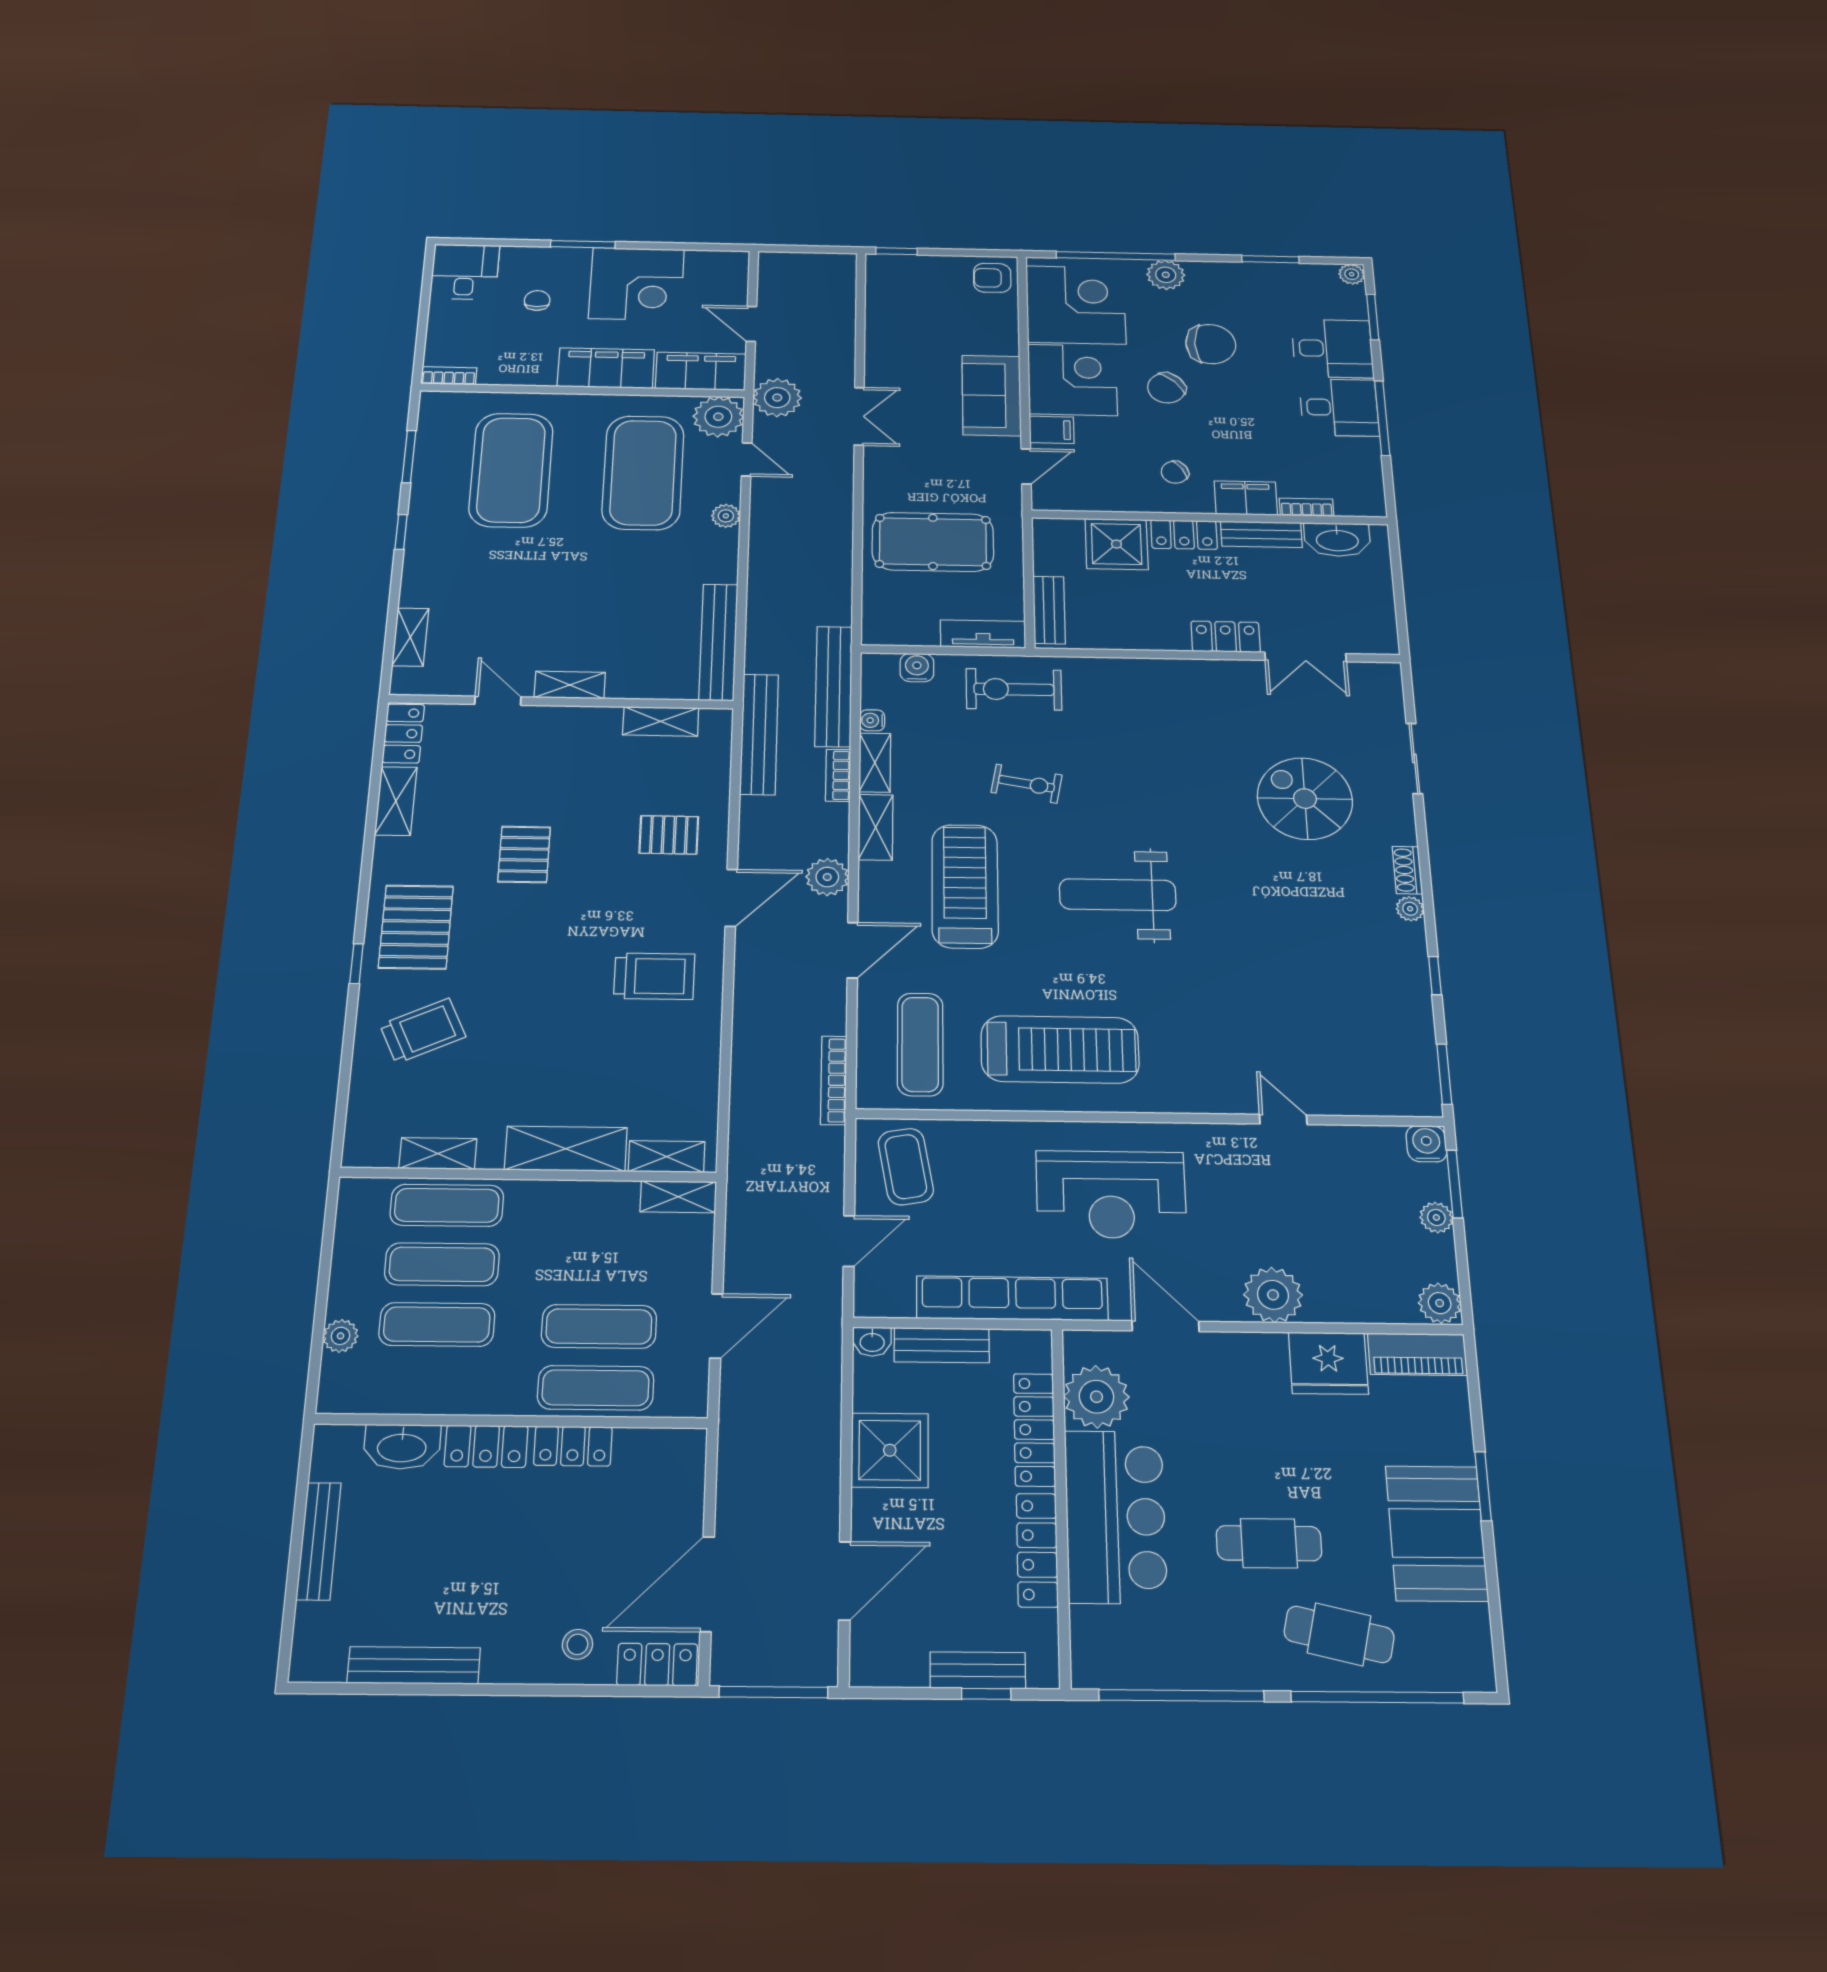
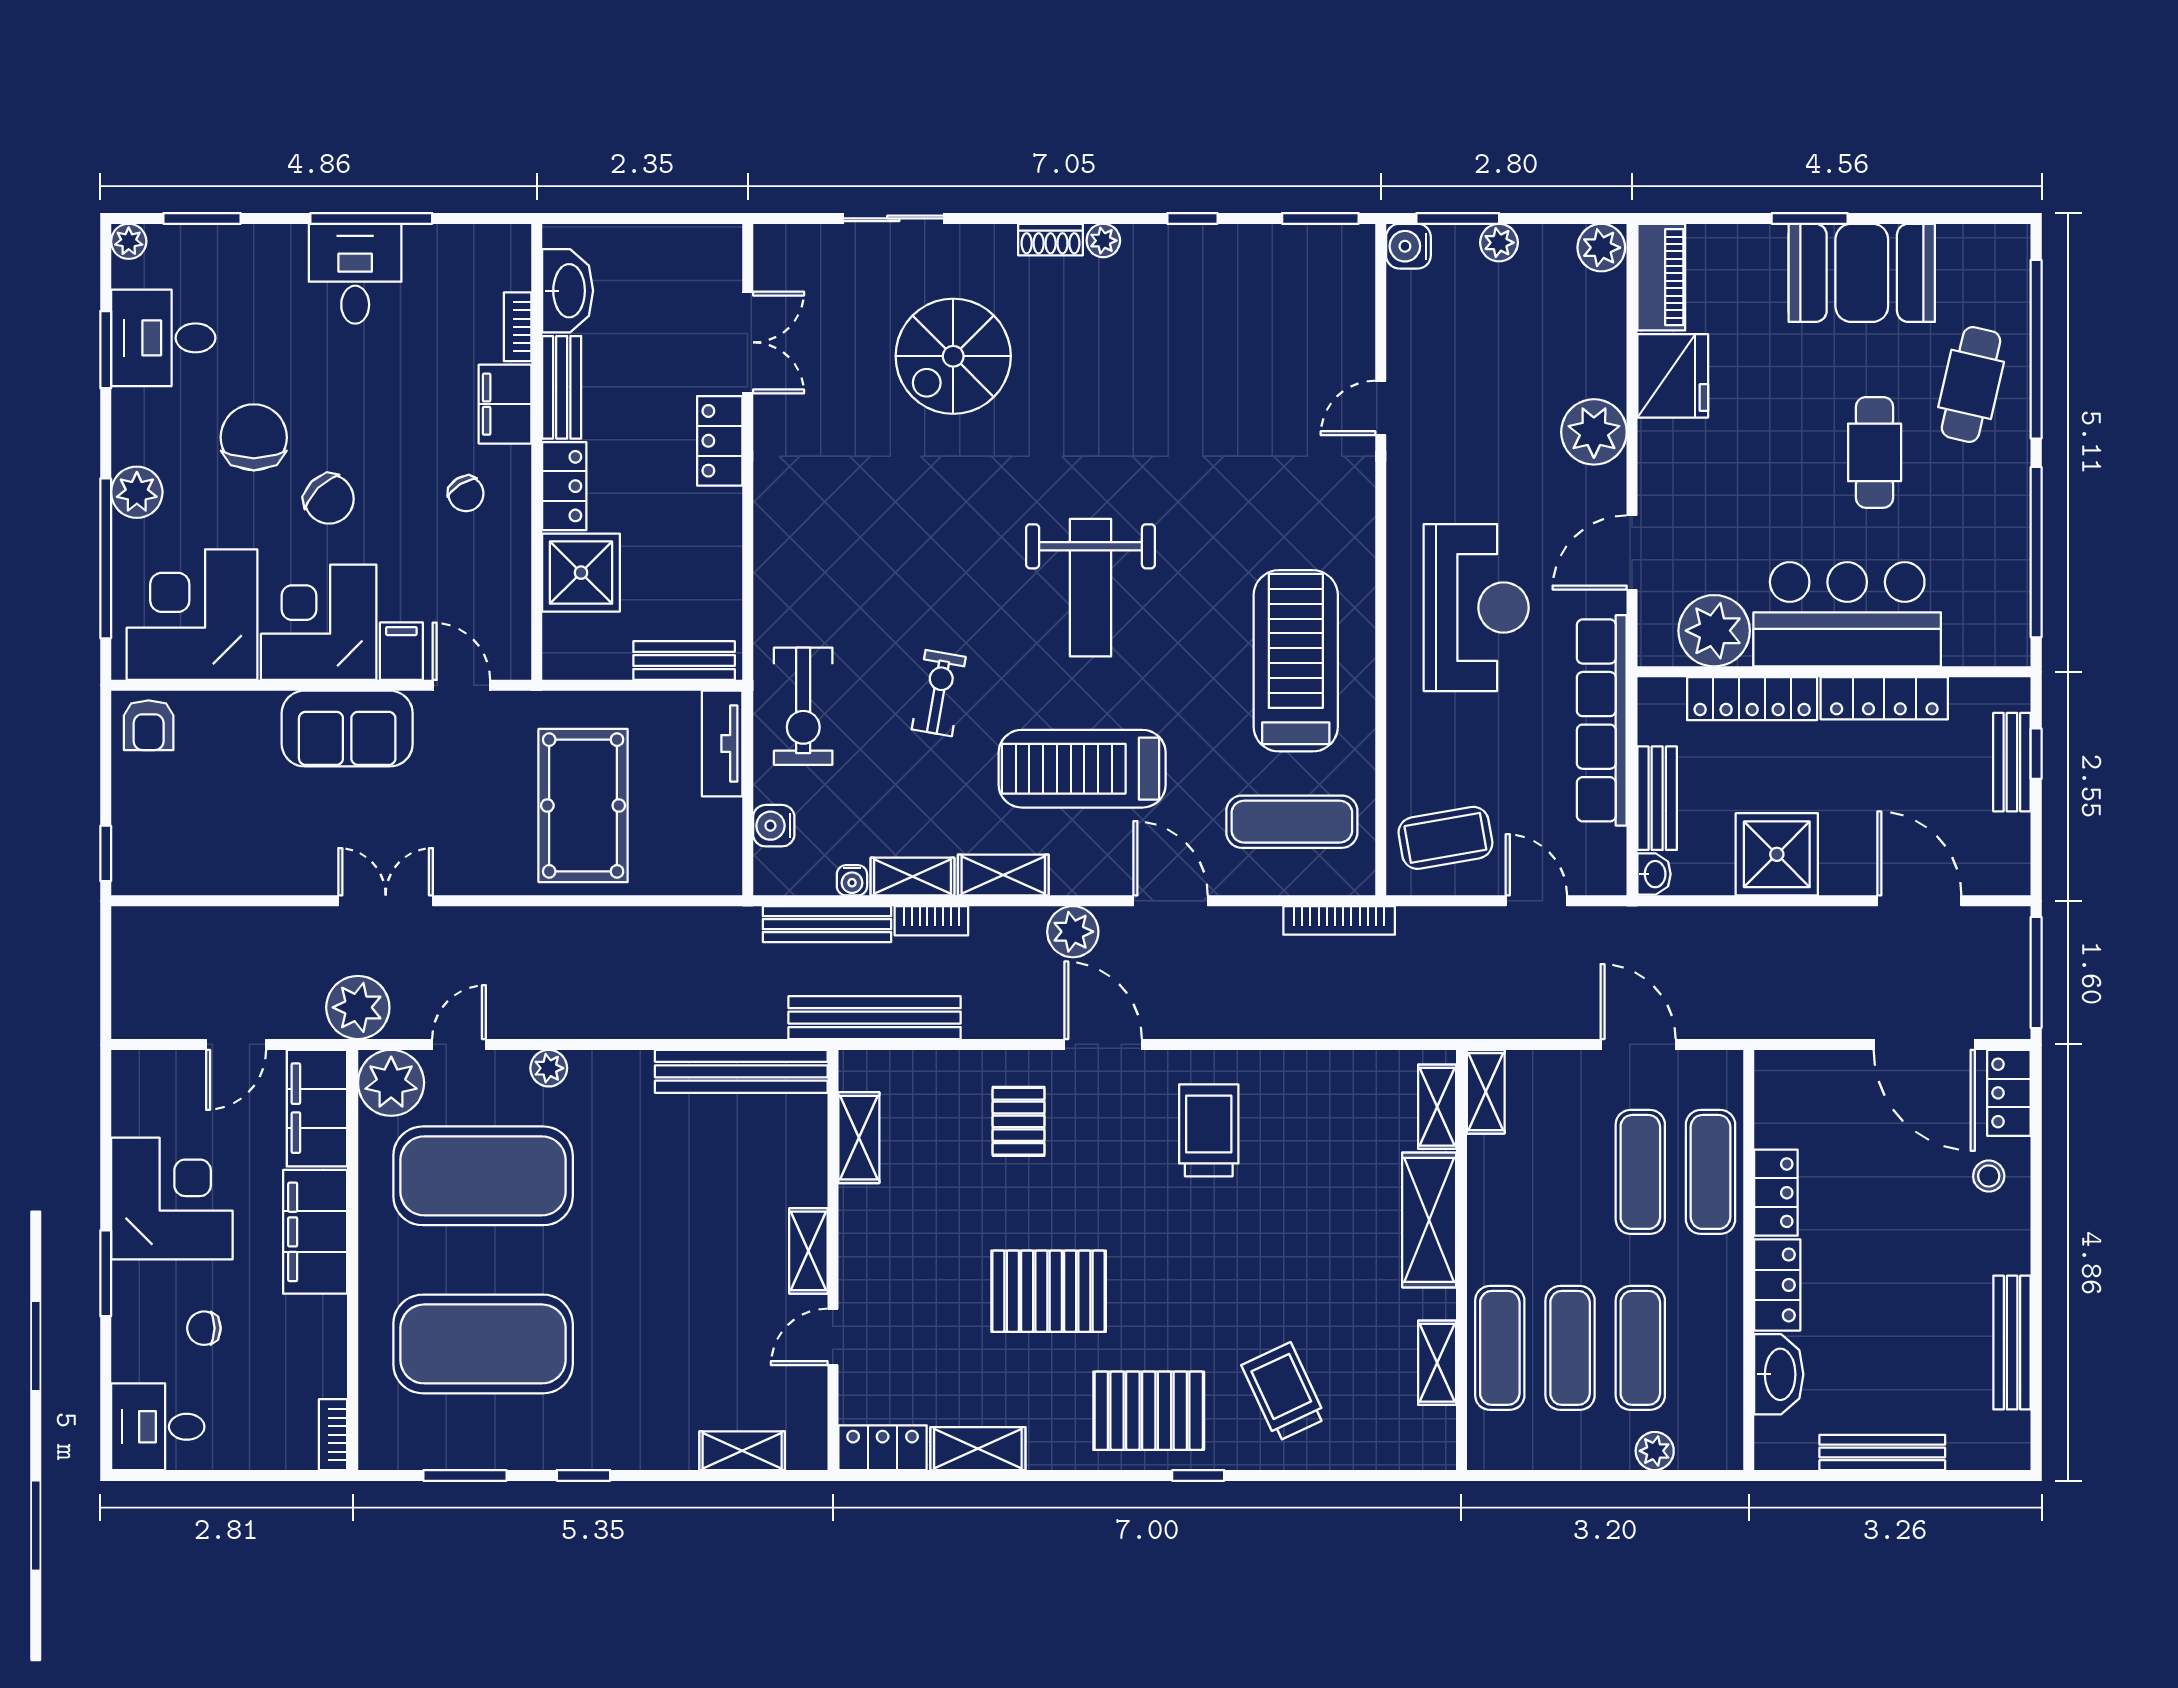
desk: (1332, 348) -> (163, 338), moved, turned -90
bench: (834, 686) -> (827, 924), width x0.73, depth x0.82
pallet: (524, 854) -> (1049, 1291), width x1.50, depth x1.42

